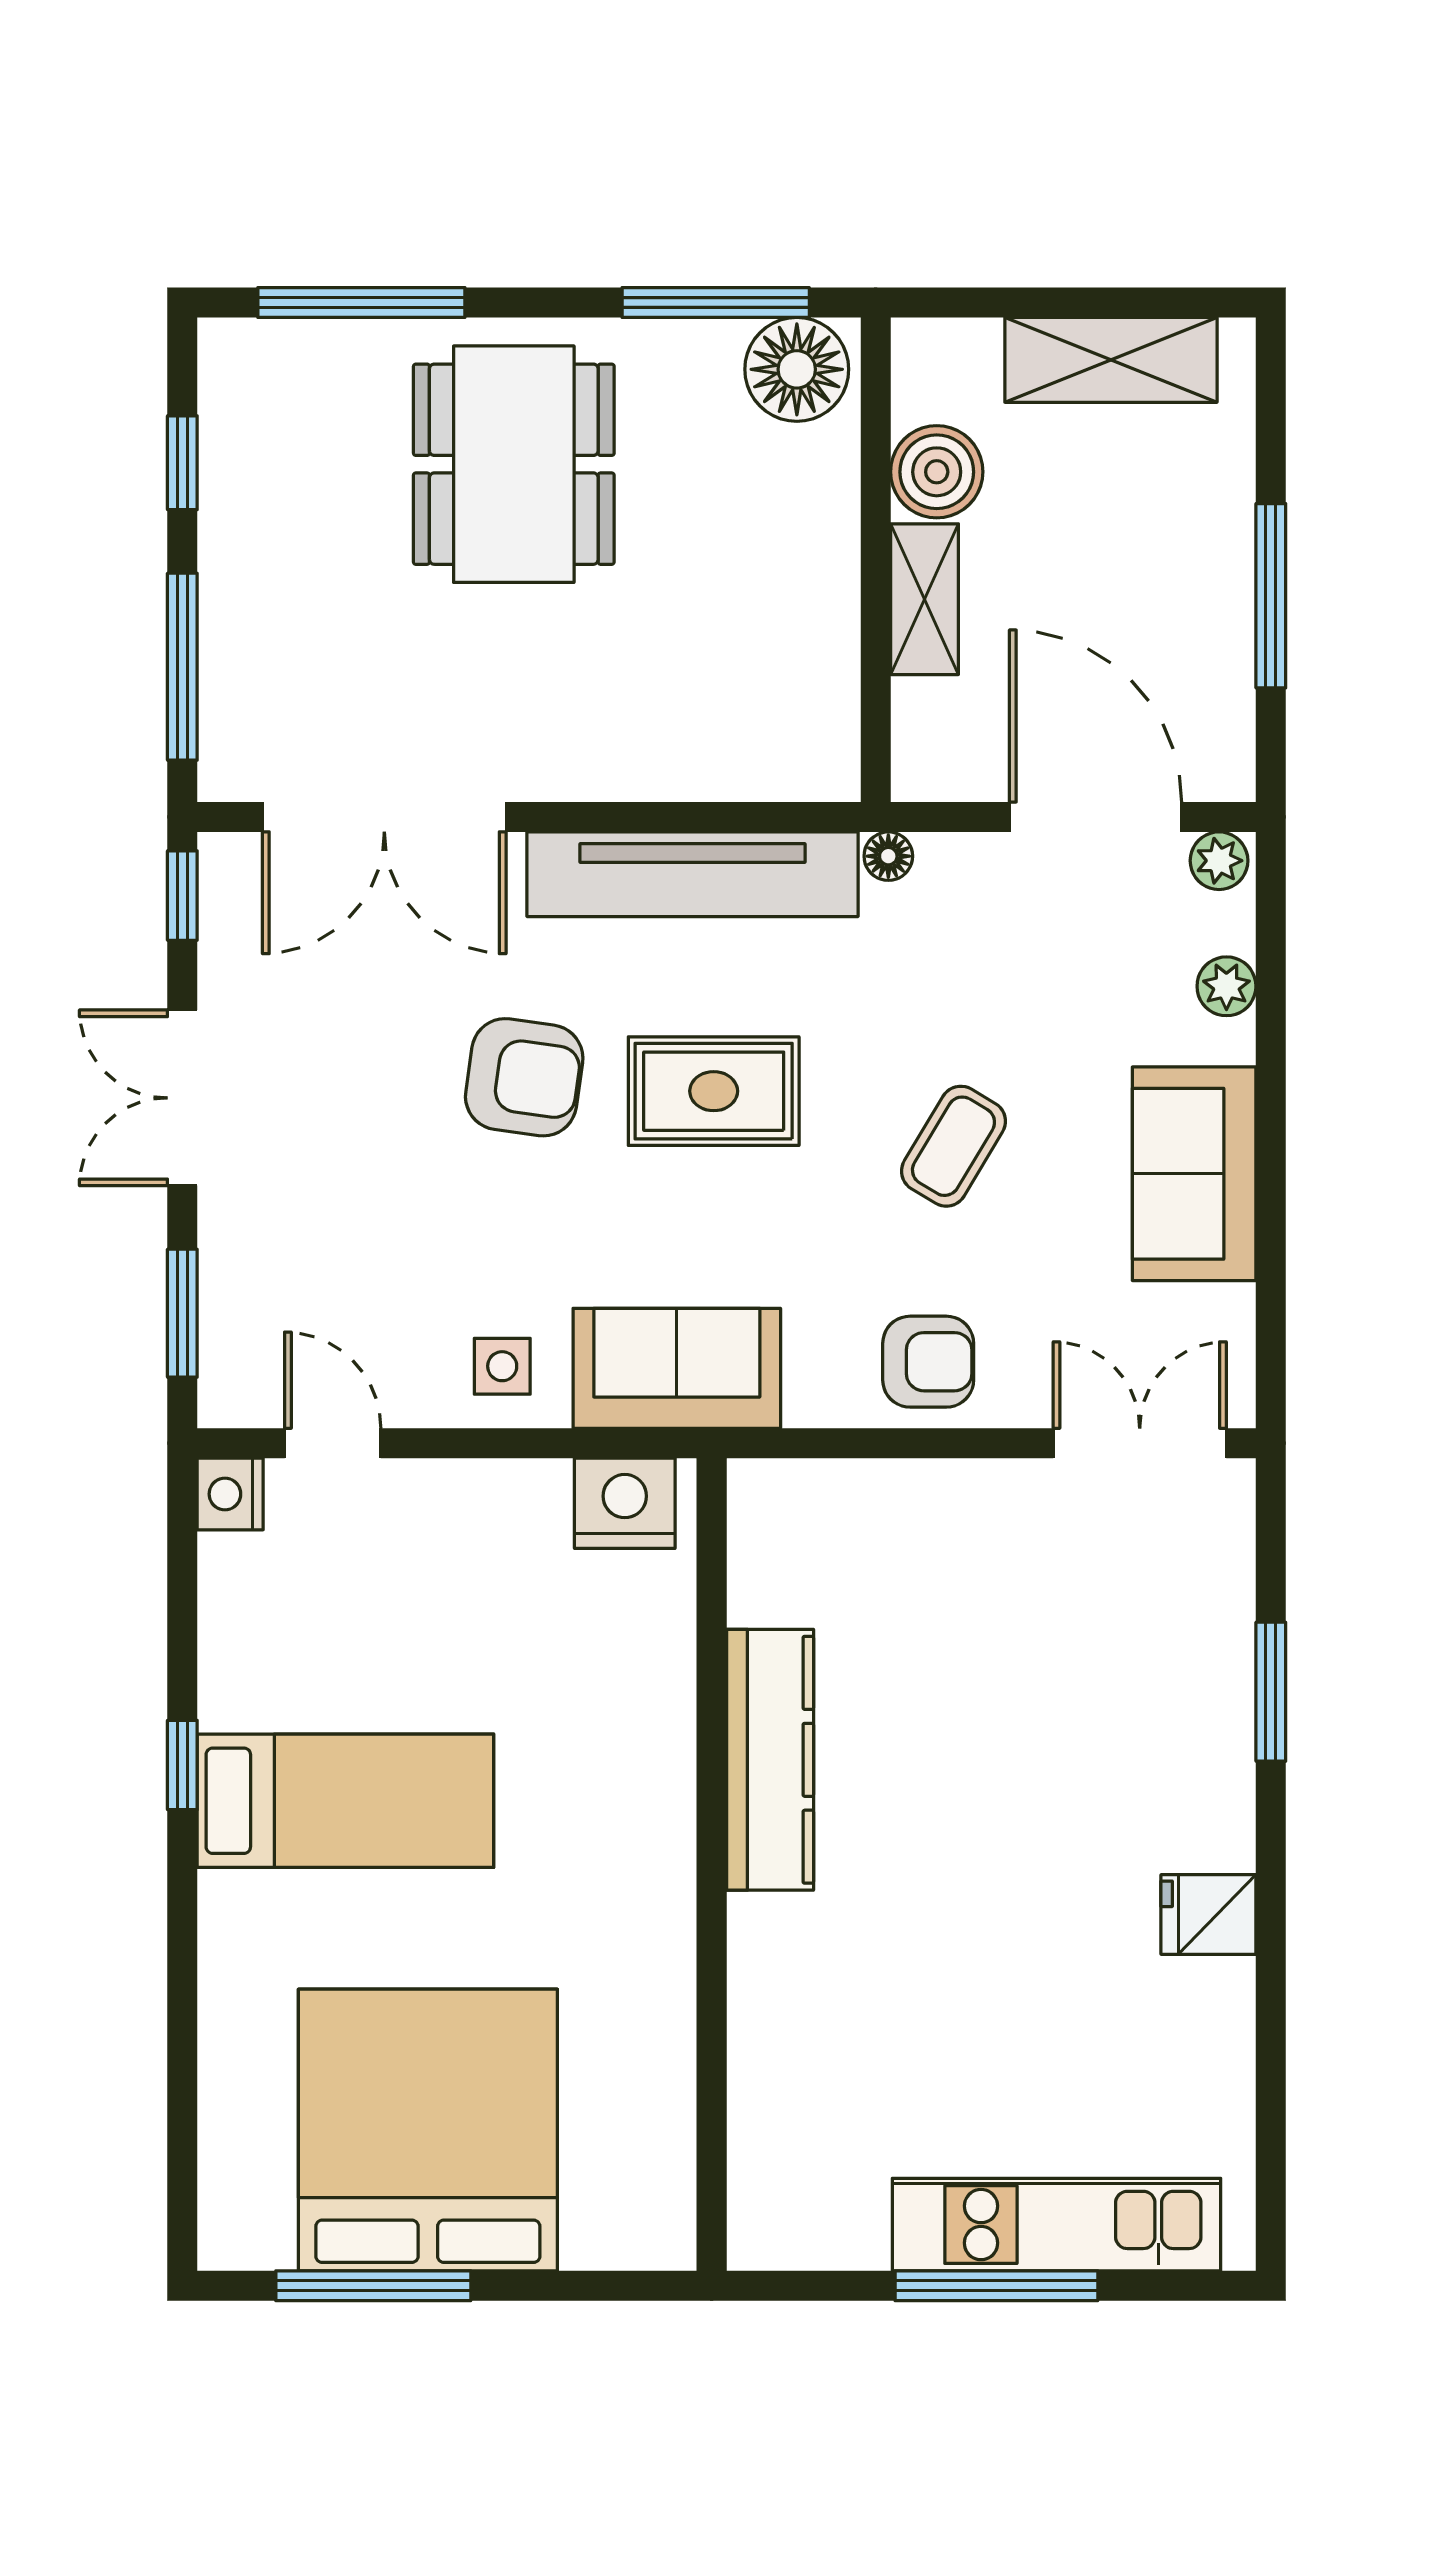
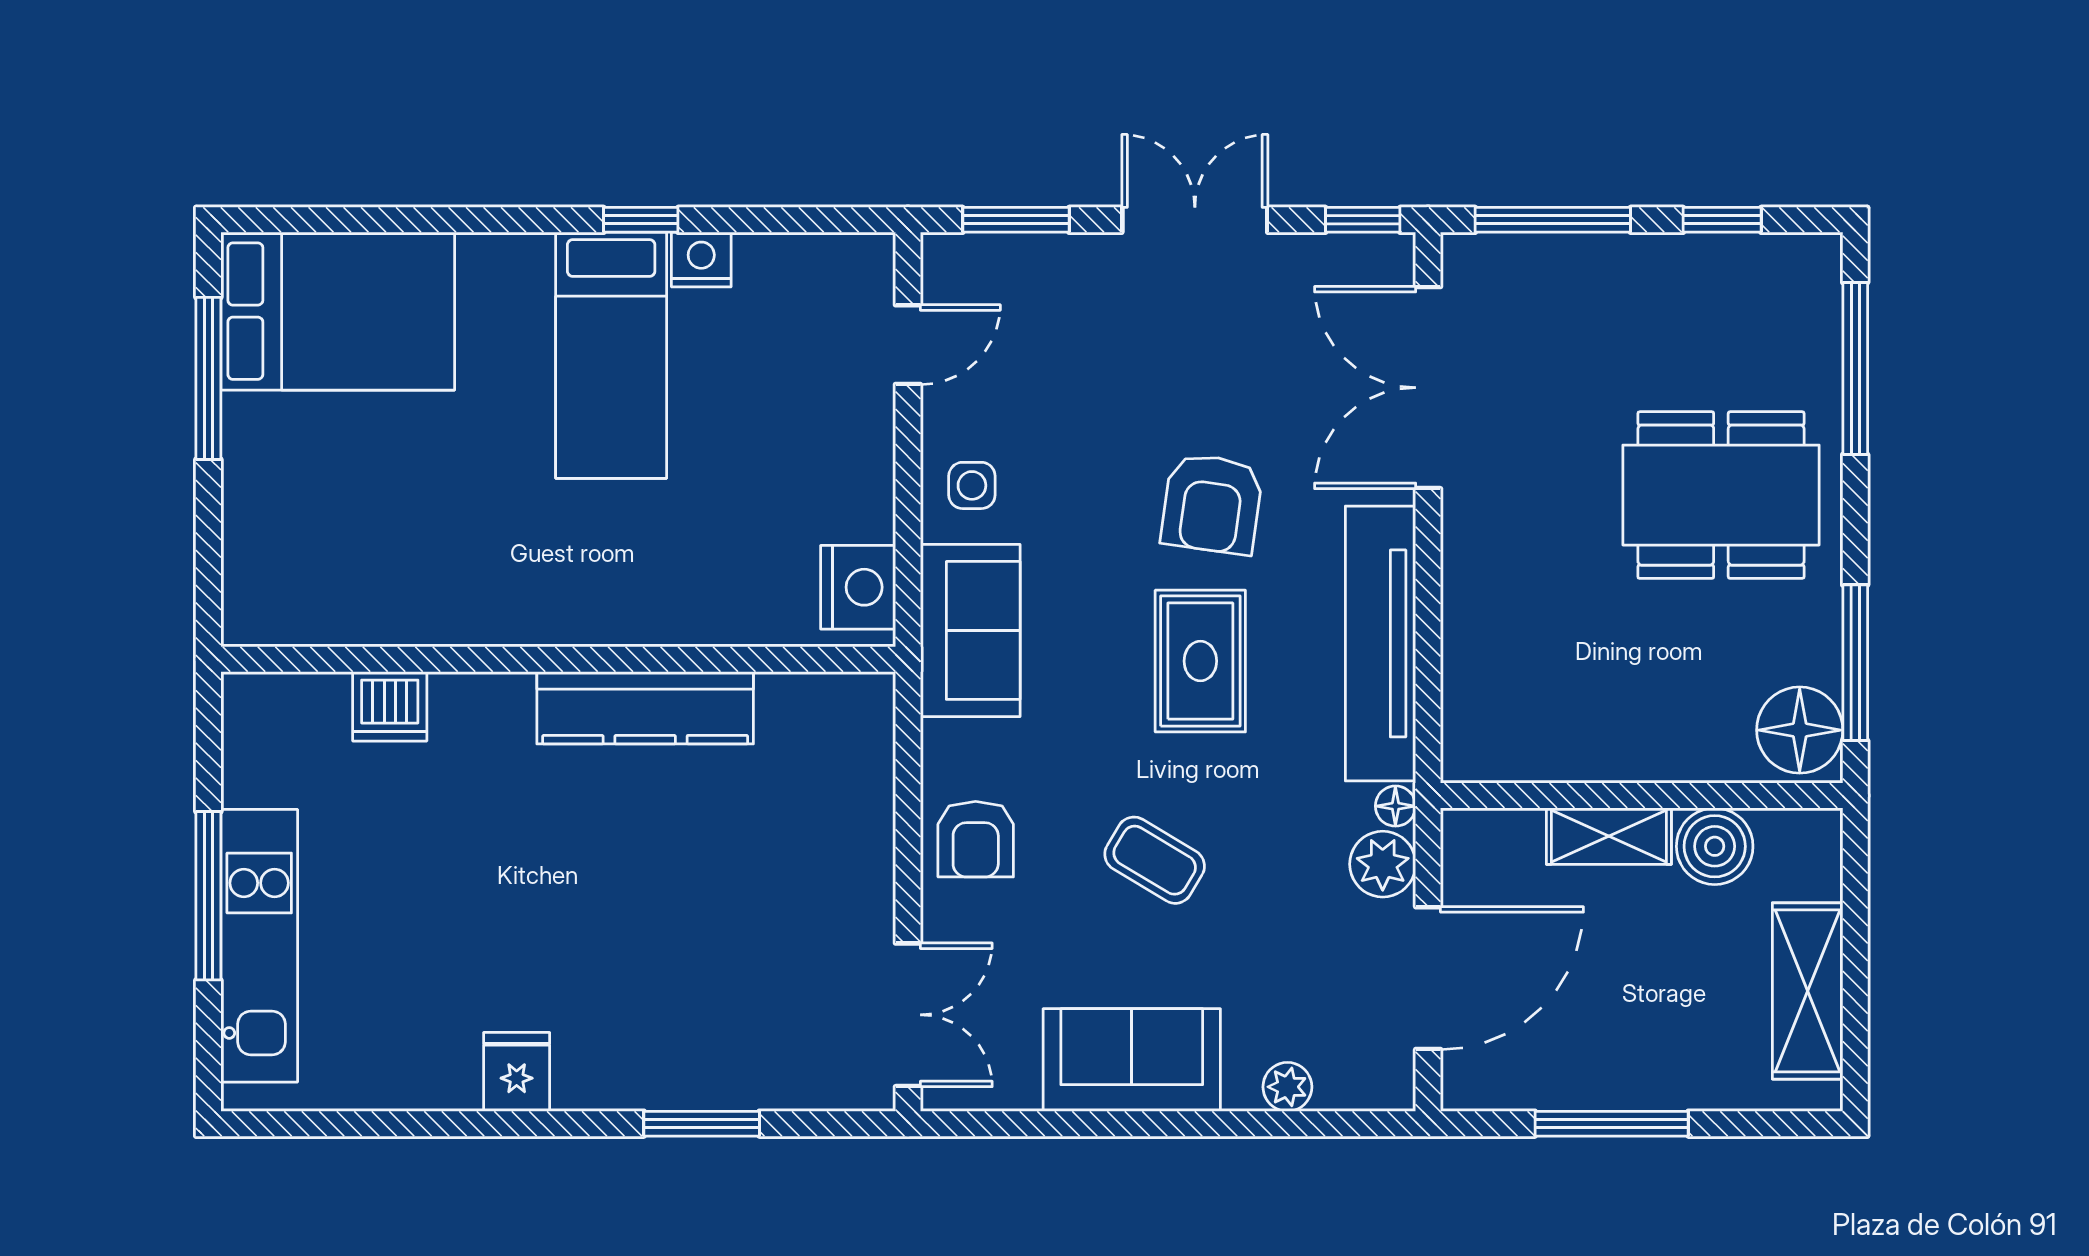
plant: (1219, 861) -> (1383, 864), moved, width x1.38, depth x1.38
nightstand: (230, 1494) -> (701, 260), moved
dishwasher: (768, 2067) -> (390, 706), added
bed: (428, 2130) -> (338, 311), moved, width x0.73

